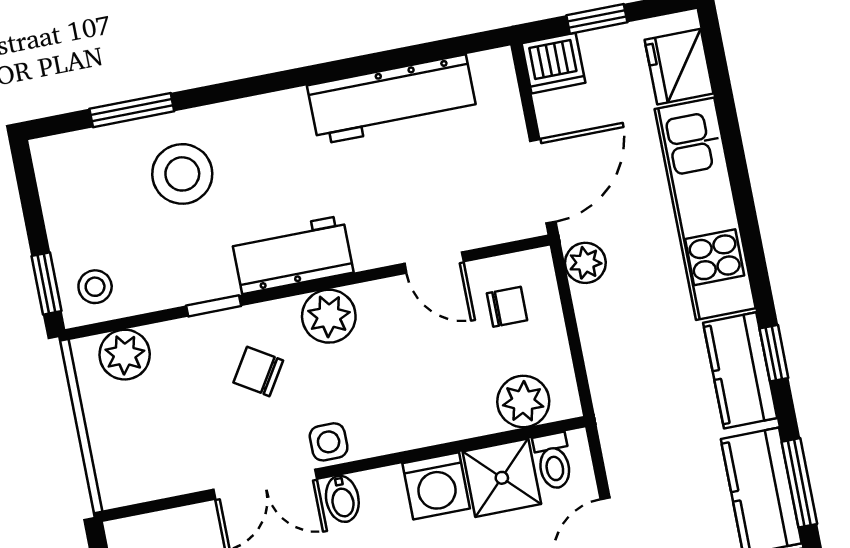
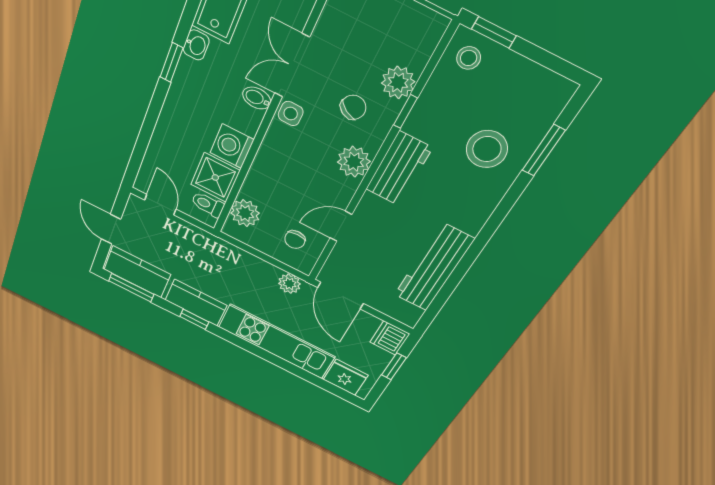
plant: (125, 355) -> (398, 82), moved

